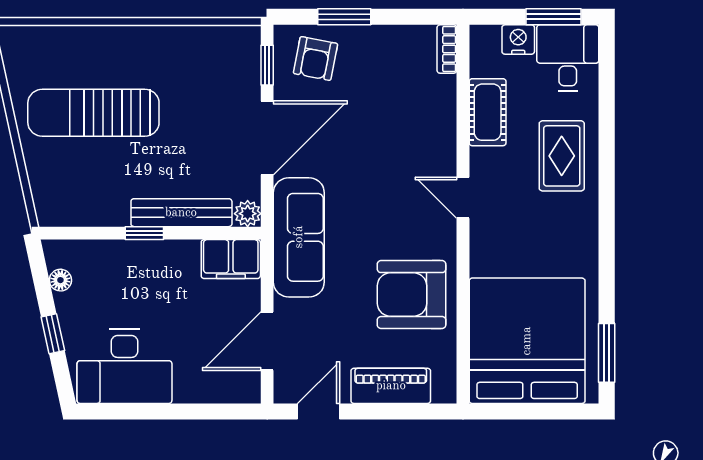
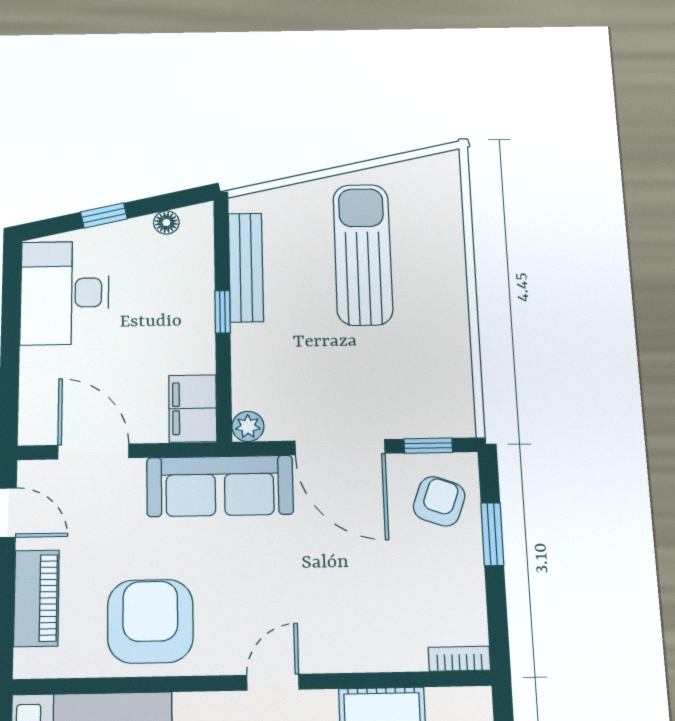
armchair: (315, 59) -> (439, 501), turned 99
bench: (181, 213) -> (246, 267), moved

